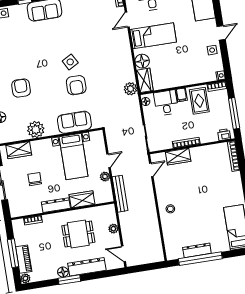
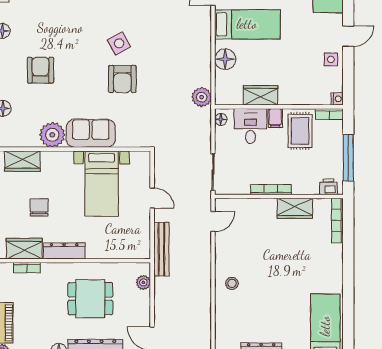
wardrobe: (145, 80) -> (261, 95), moved, turned -90
sofa: (74, 122) -> (91, 133), moved
wardrobe: (178, 157) -> (295, 208), moved
door: (109, 161) -> (152, 198), hinge flipped
plant: (105, 177) -> (143, 220), removed
wardrobe: (82, 199) -> (24, 249), moved
plant: (113, 229) -> (143, 282), moved

